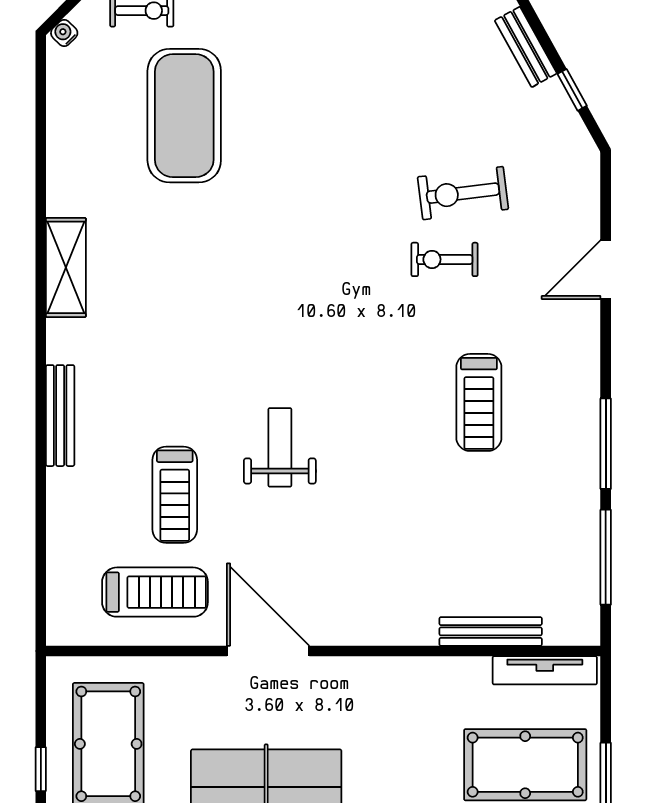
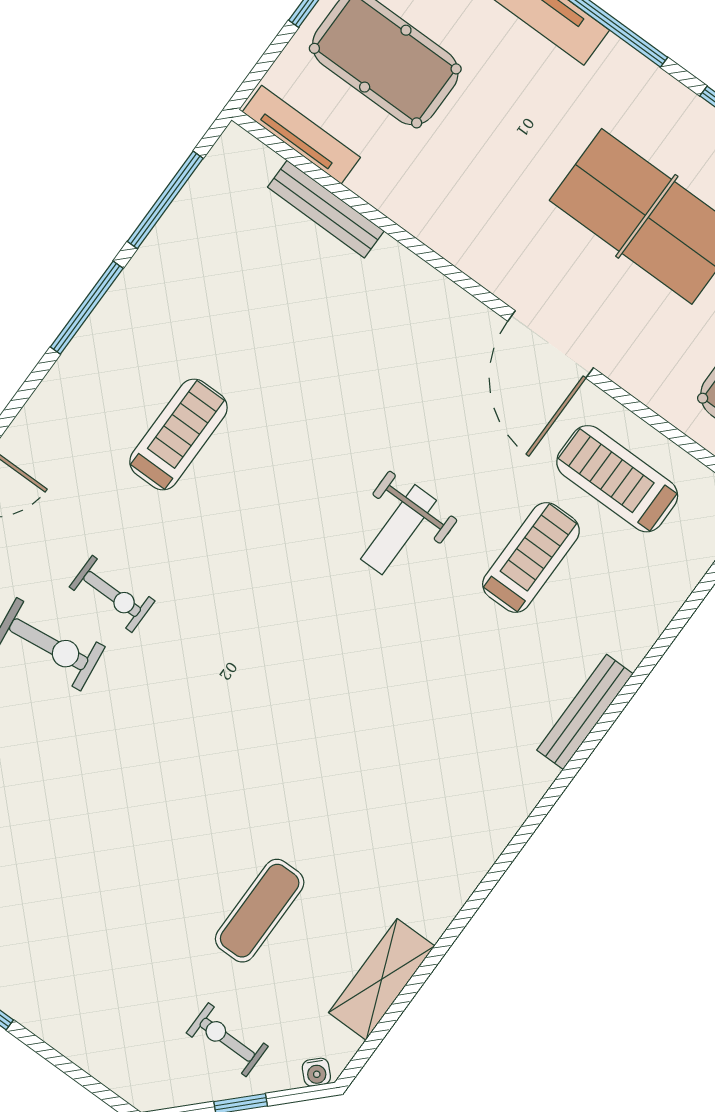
exercise mat: (184, 116) -> (260, 911), width x0.50, depth x0.69
shelving: (66, 267) -> (382, 979), moved

